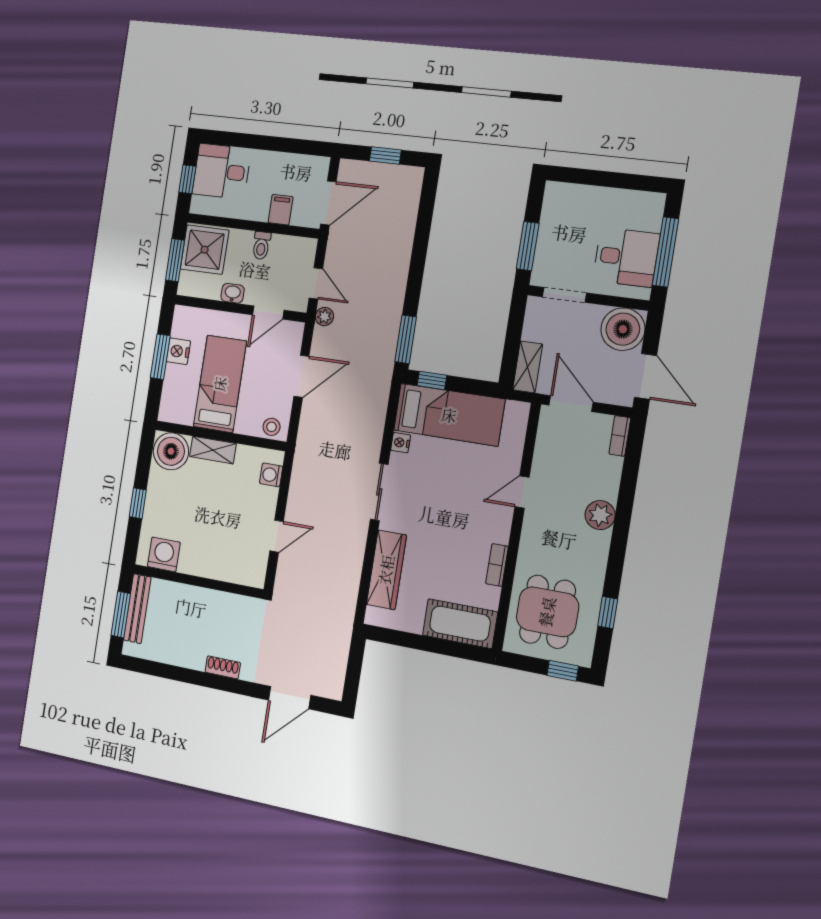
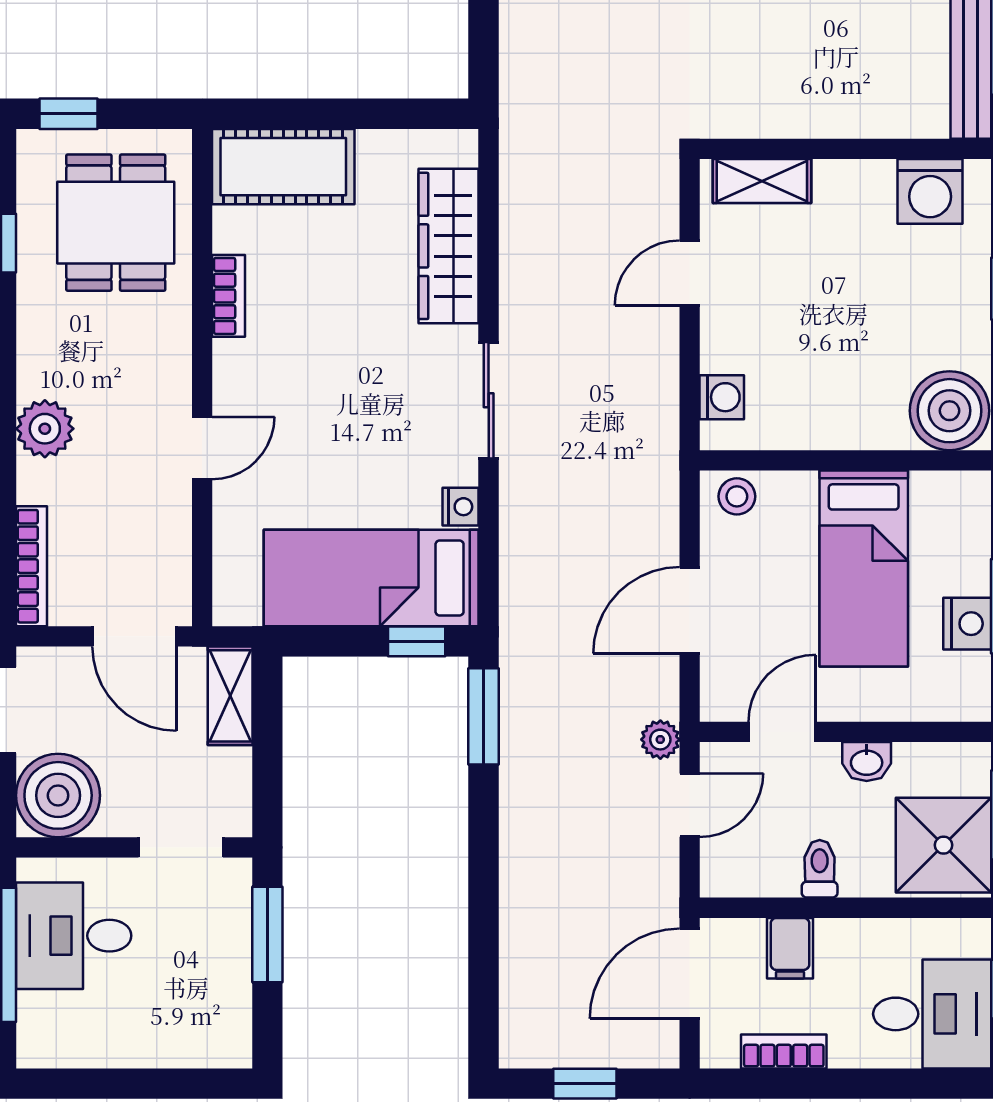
bookcase: (291, 161) -> (784, 1051), added
door: (316, 283) -> (690, 805), swing flipped
bookcase: (620, 436) -> (32, 566), width x1.56
shelving: (213, 450) -> (762, 181), moved

